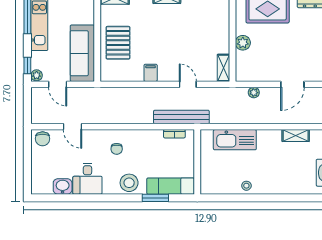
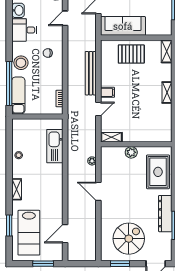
filing cabinet: (151, 73) -> (108, 92), moved
bench: (181, 117) -> (91, 73), moved
shelving: (296, 136) -> (17, 189), moved
window: (155, 198) -> (9, 83), width x2.11

